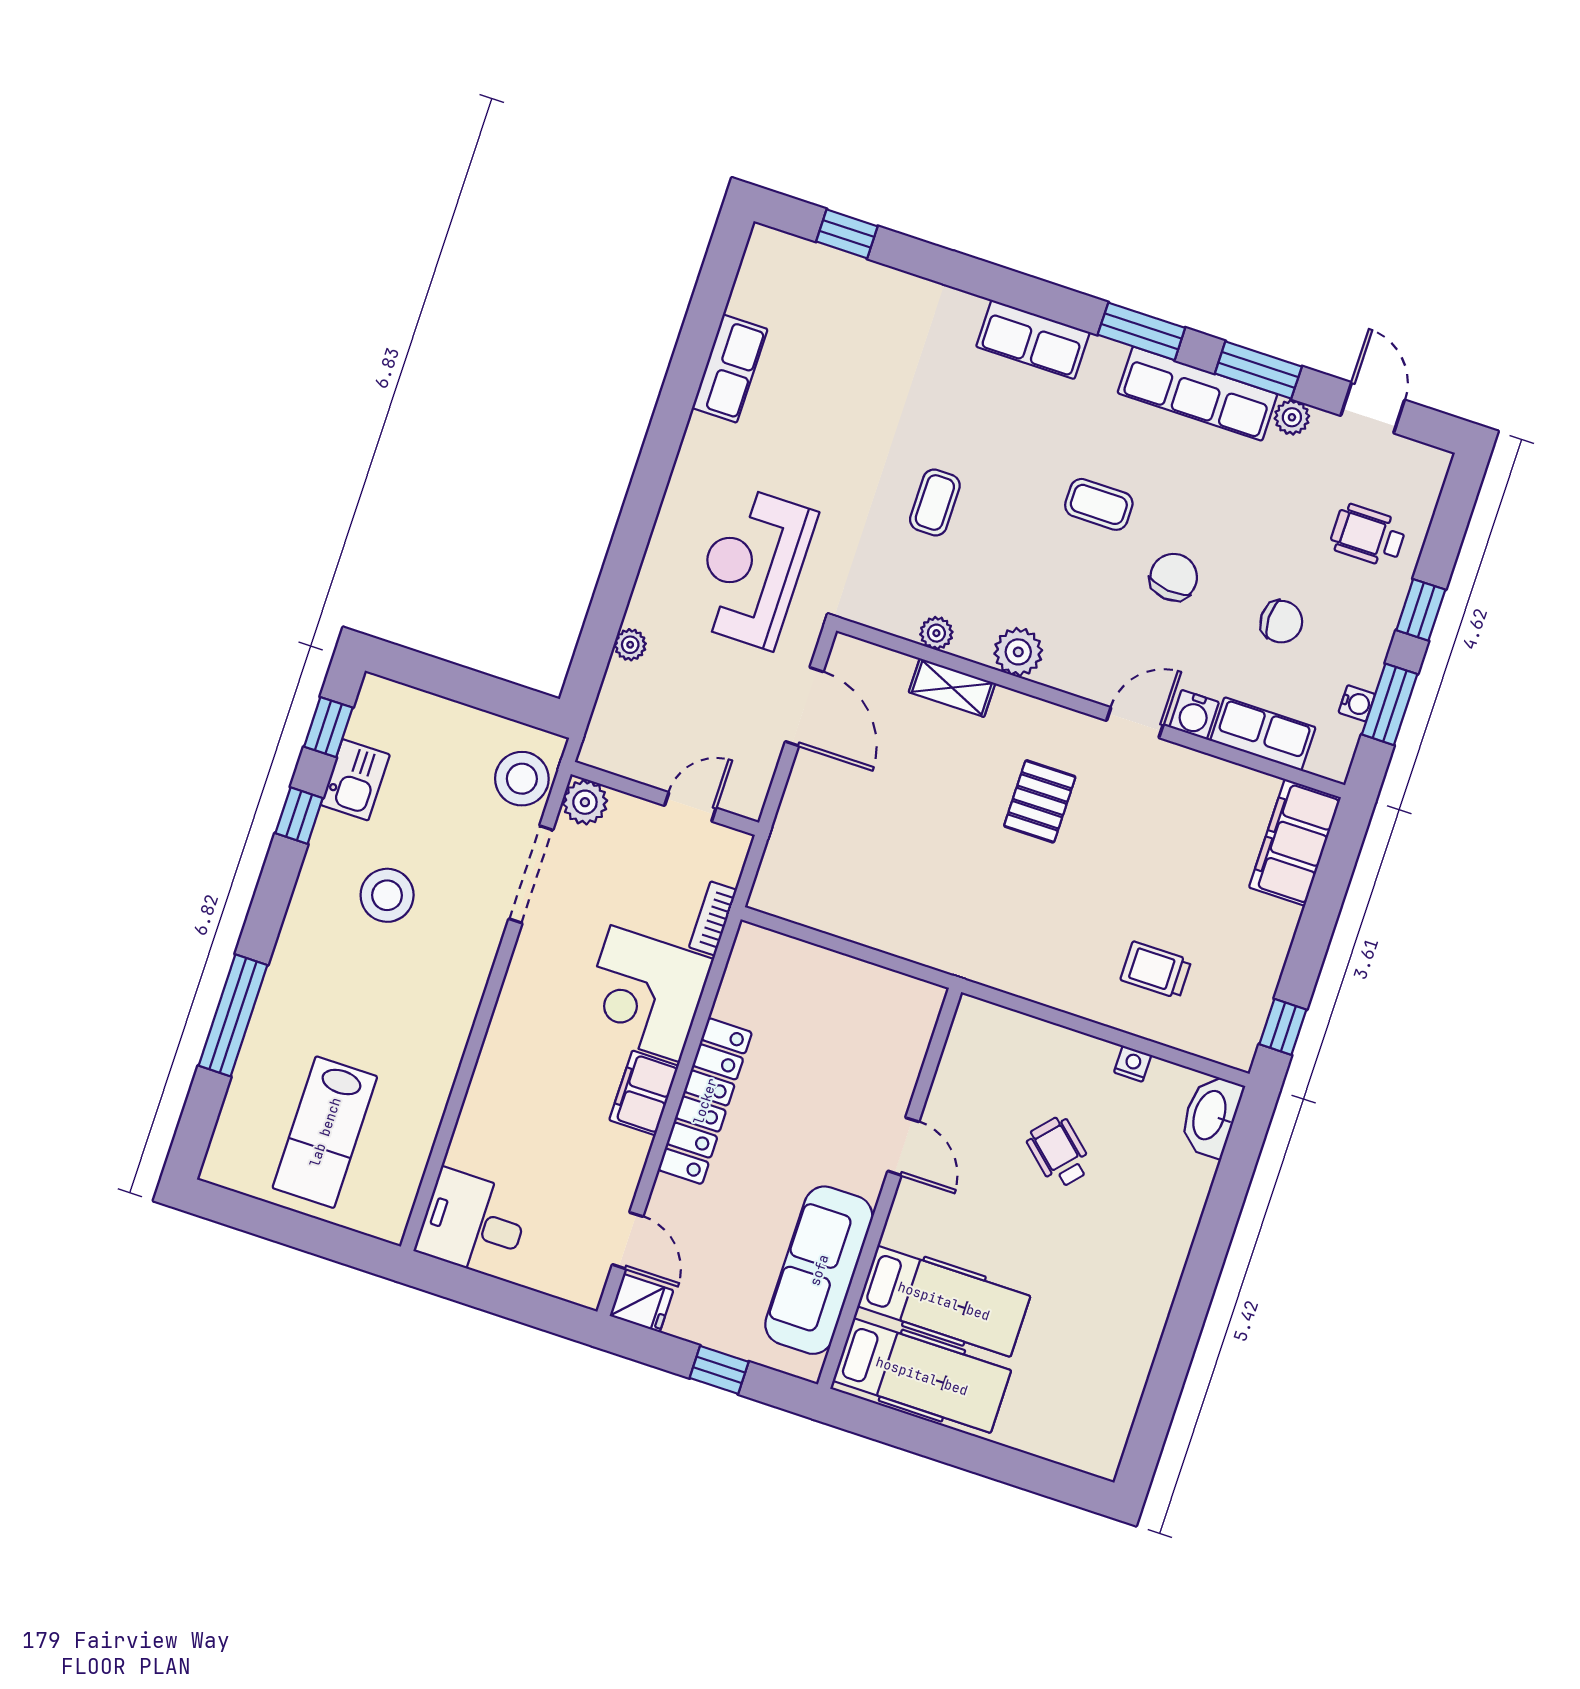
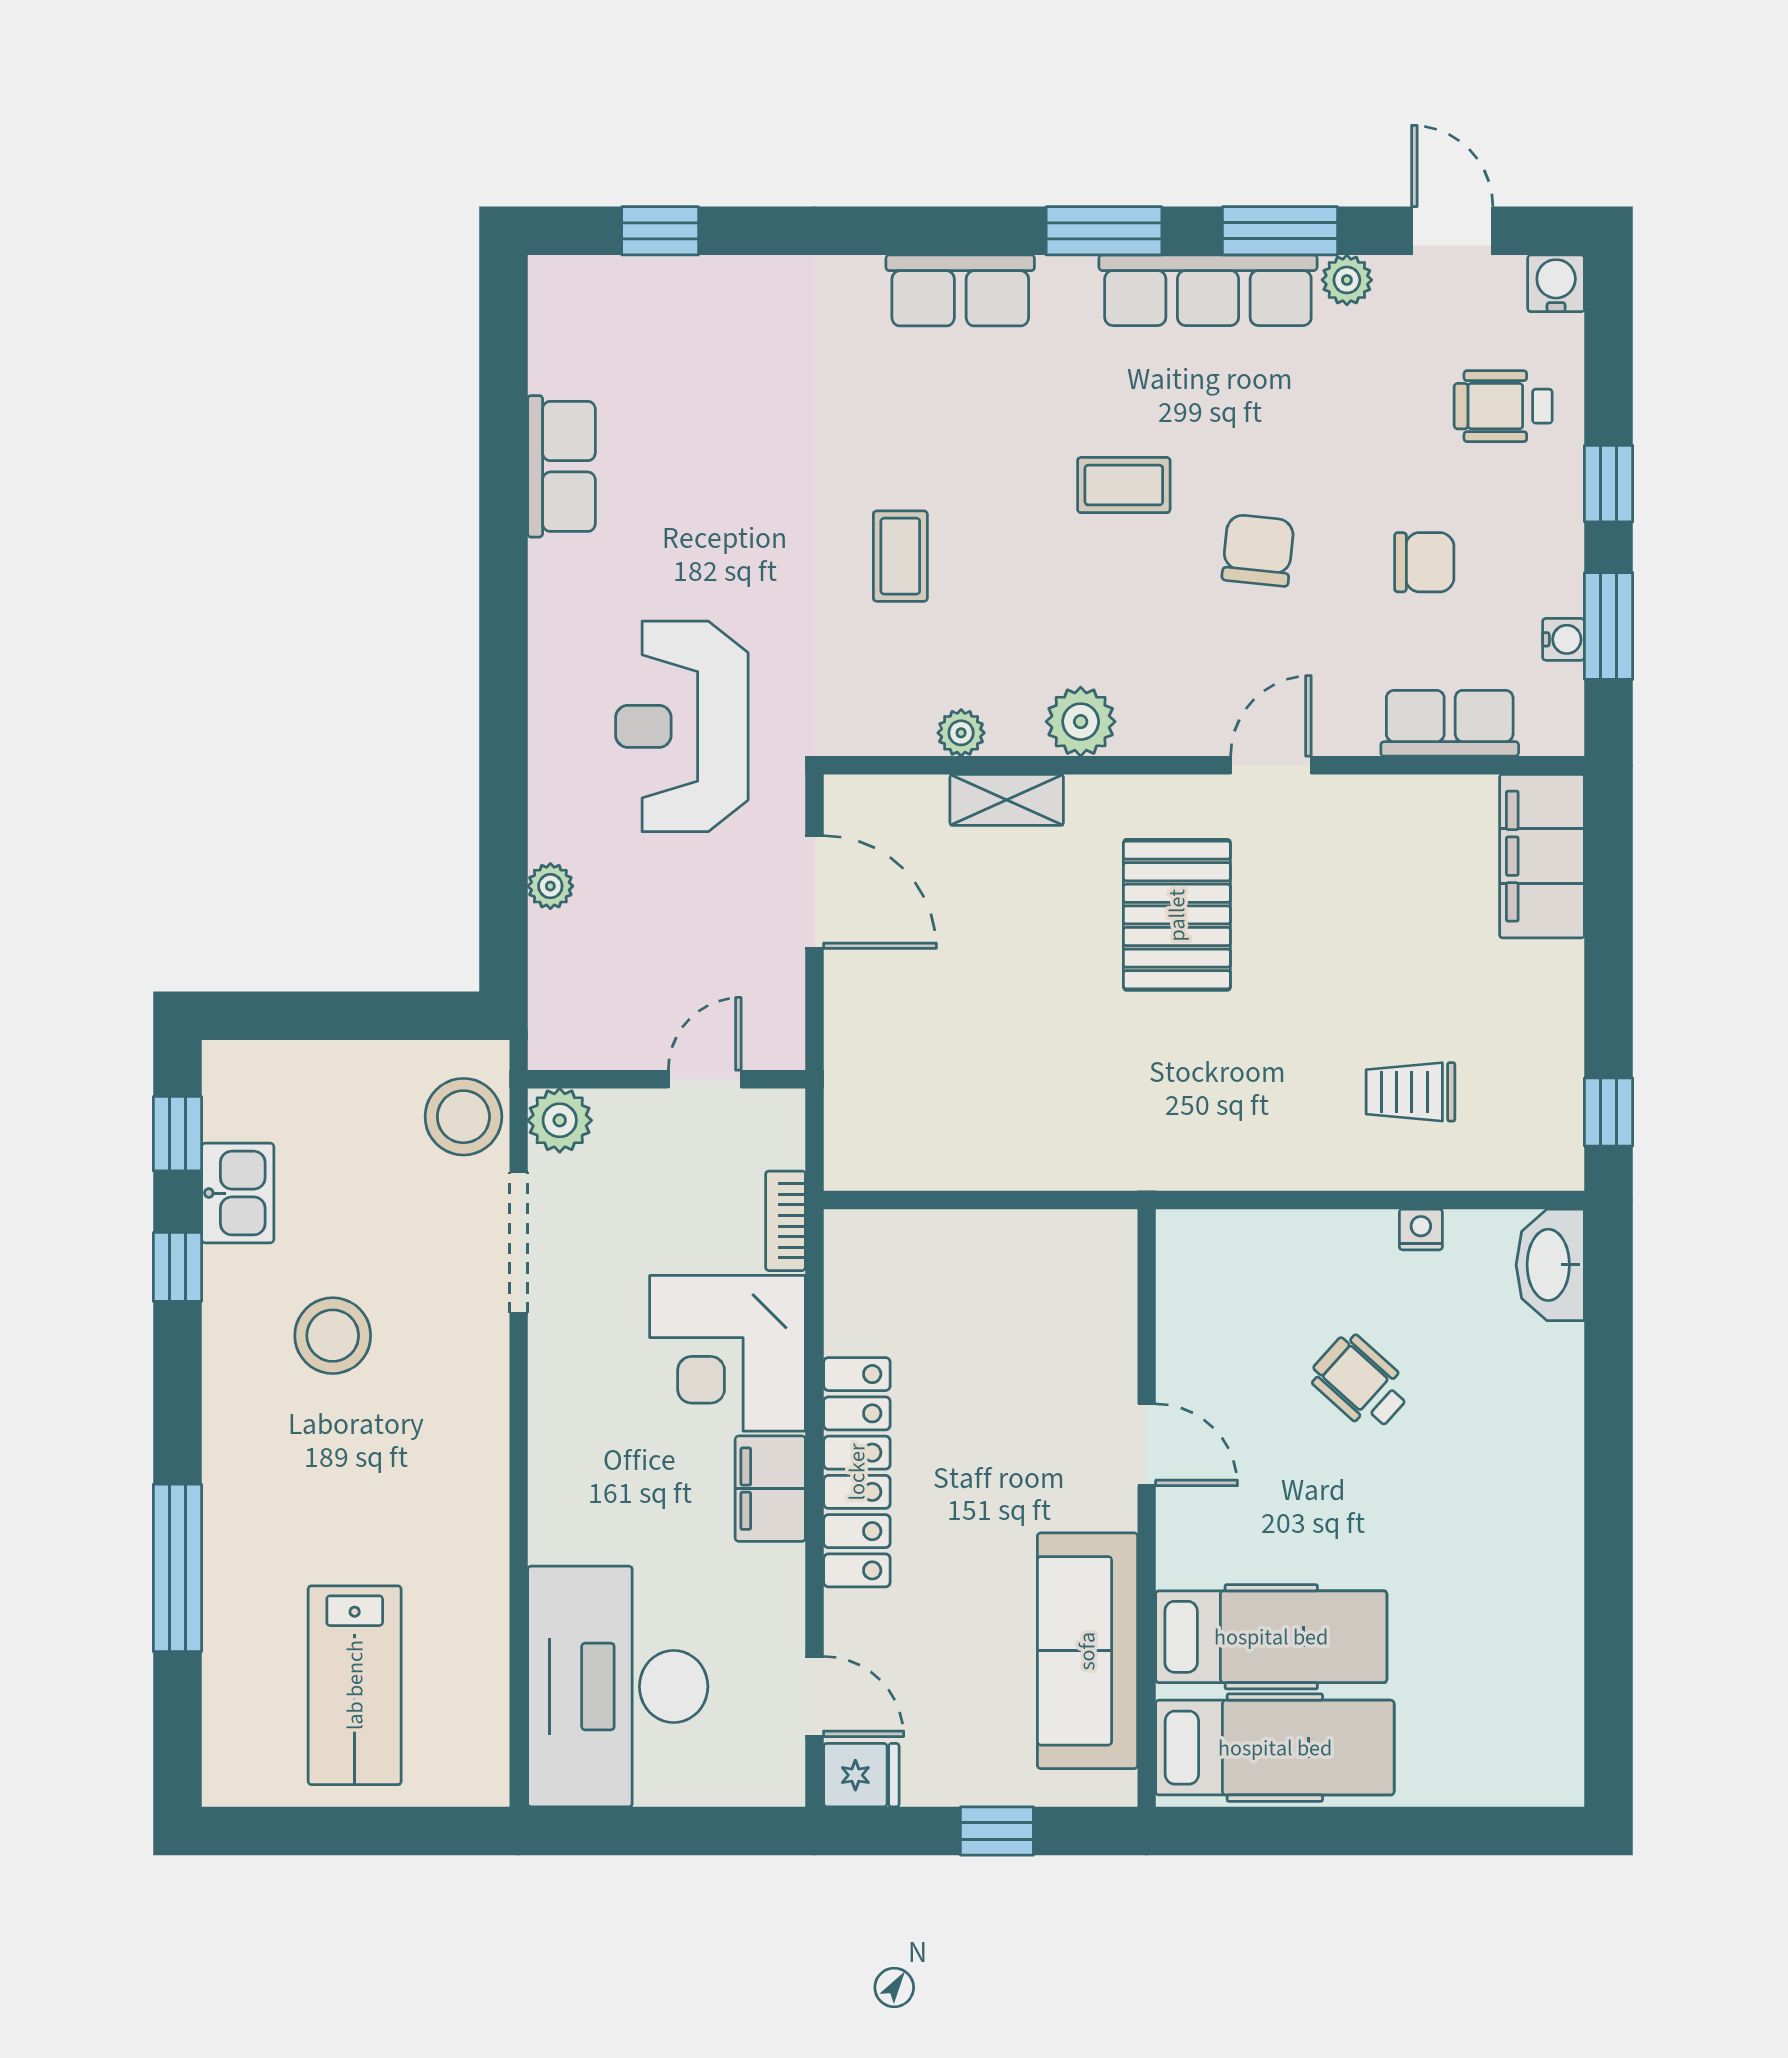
water cooler: (1194, 715) -> (1556, 283), moved, turned 180
pallet: (1040, 801) -> (1177, 915), width x1.50, depth x1.42
desk: (473, 1223) -> (618, 1687), width x1.87, depth x1.30

